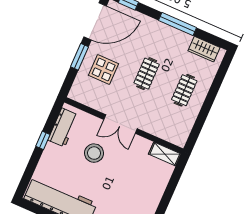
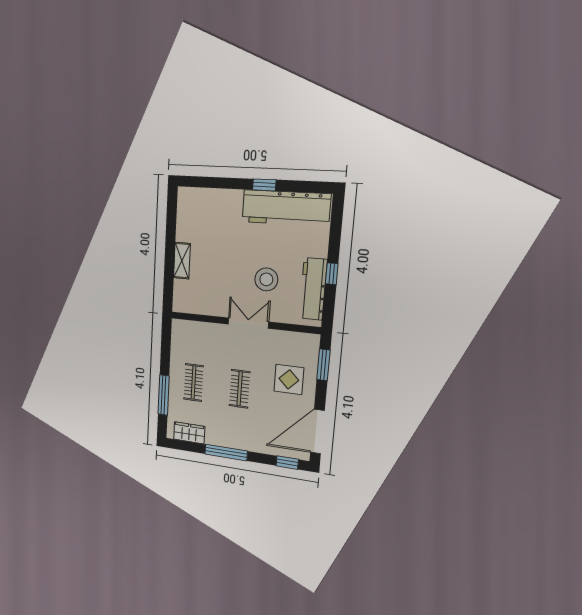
window: (80, 57) -> (323, 365), moved
window: (215, 87) -> (164, 395), added
workbench: (63, 128) -> (313, 289), width x1.37
shelving: (165, 154) -> (182, 261), moved, turned 90

